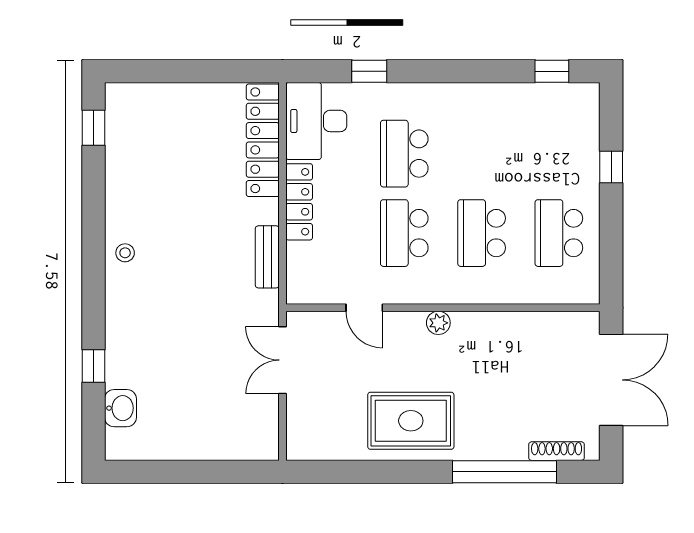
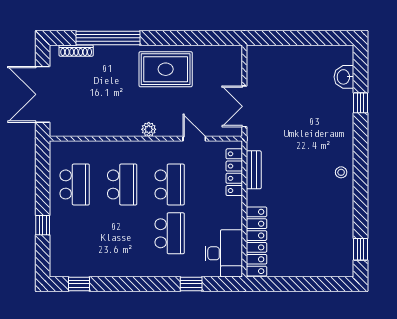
locker: (299, 202) -> (234, 172), moved
double door: (283, 360) -> (244, 106), swing flipped

